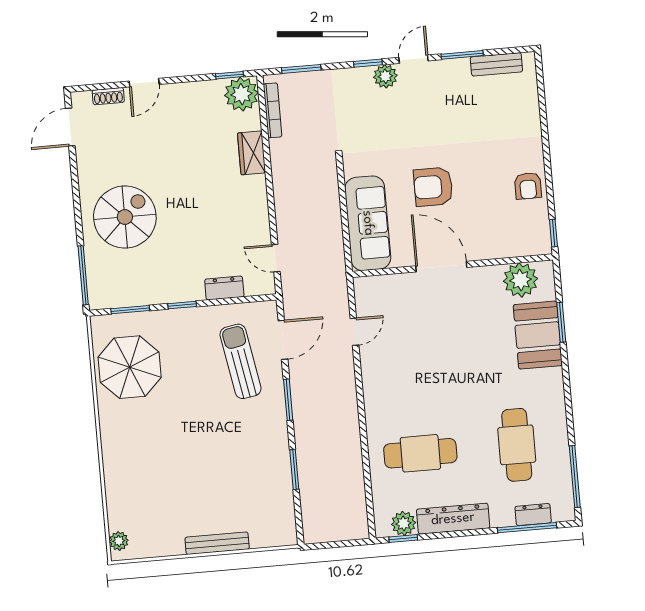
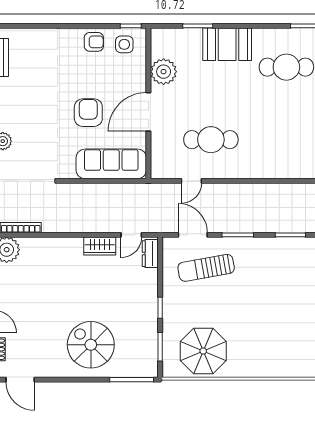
wardrobe: (252, 153) -> (100, 246), moved
armchair: (433, 187) -> (88, 113), turned 180
side table: (528, 227) -> (124, 44), added
plant: (520, 280) -> (164, 72), moved
dresser: (224, 288) -> (150, 254), moved
door: (354, 332) -> (191, 181), swing flipped
booth: (538, 335) -> (227, 44), moved
cafe table: (420, 453) -> (211, 140), moved, turned 90

